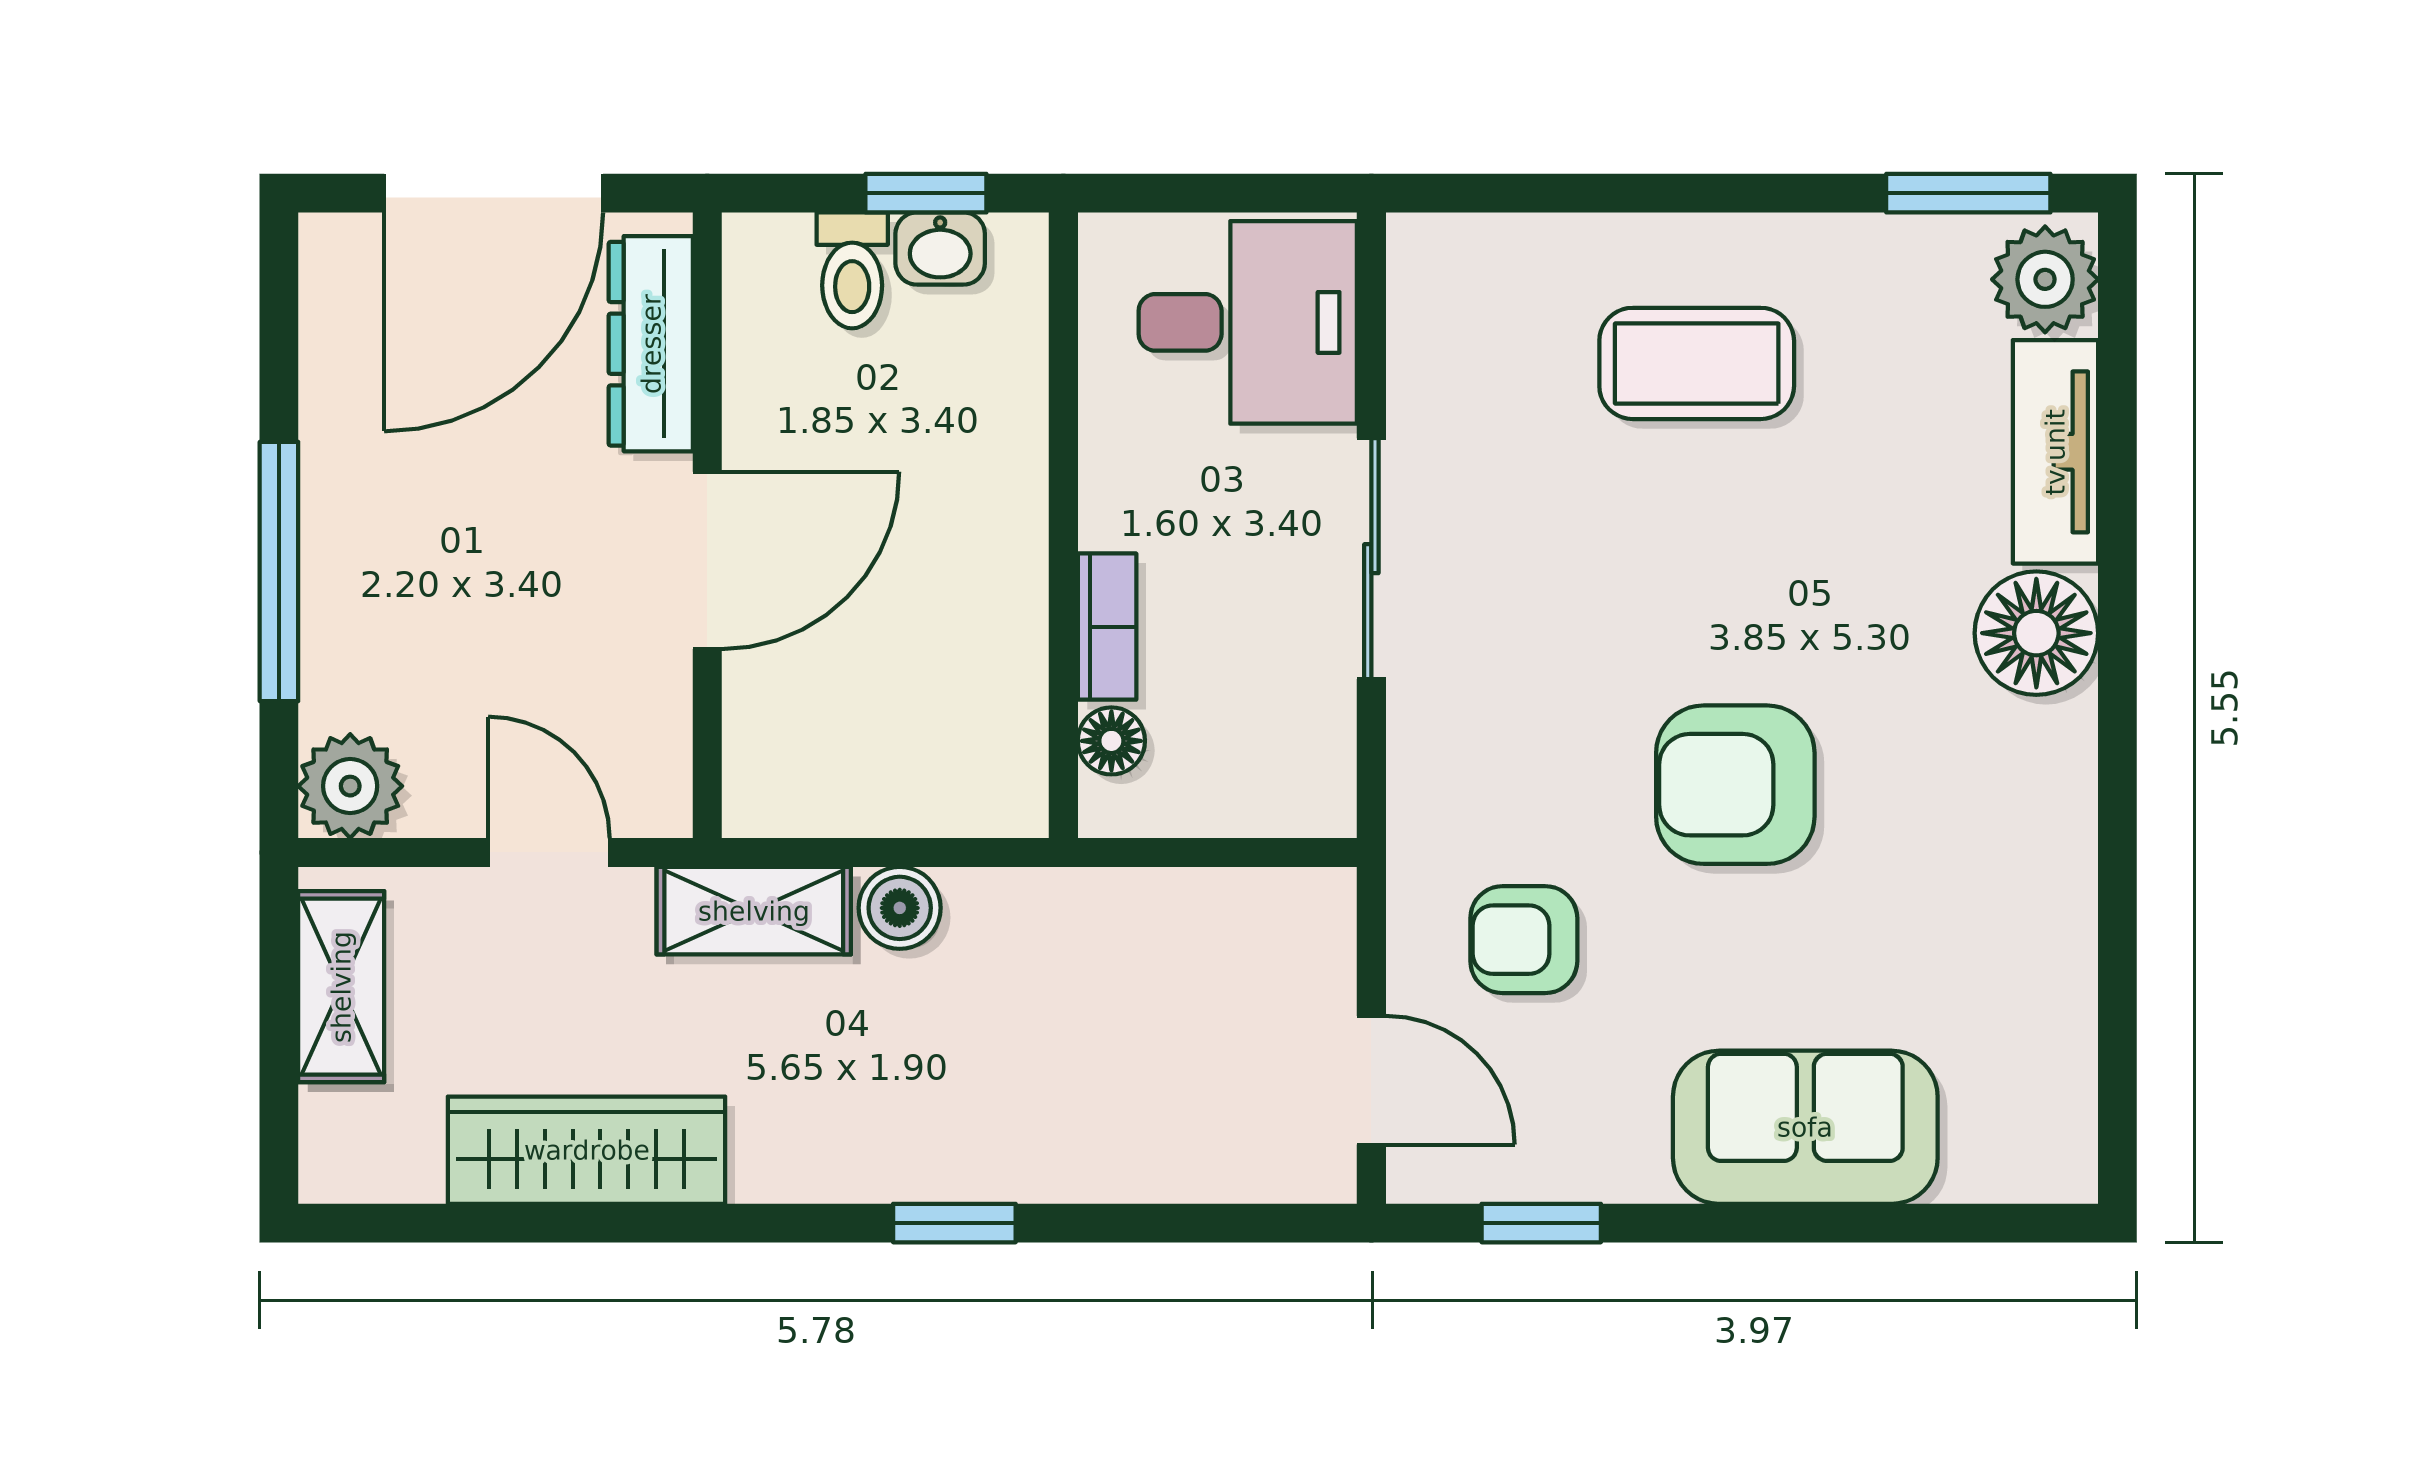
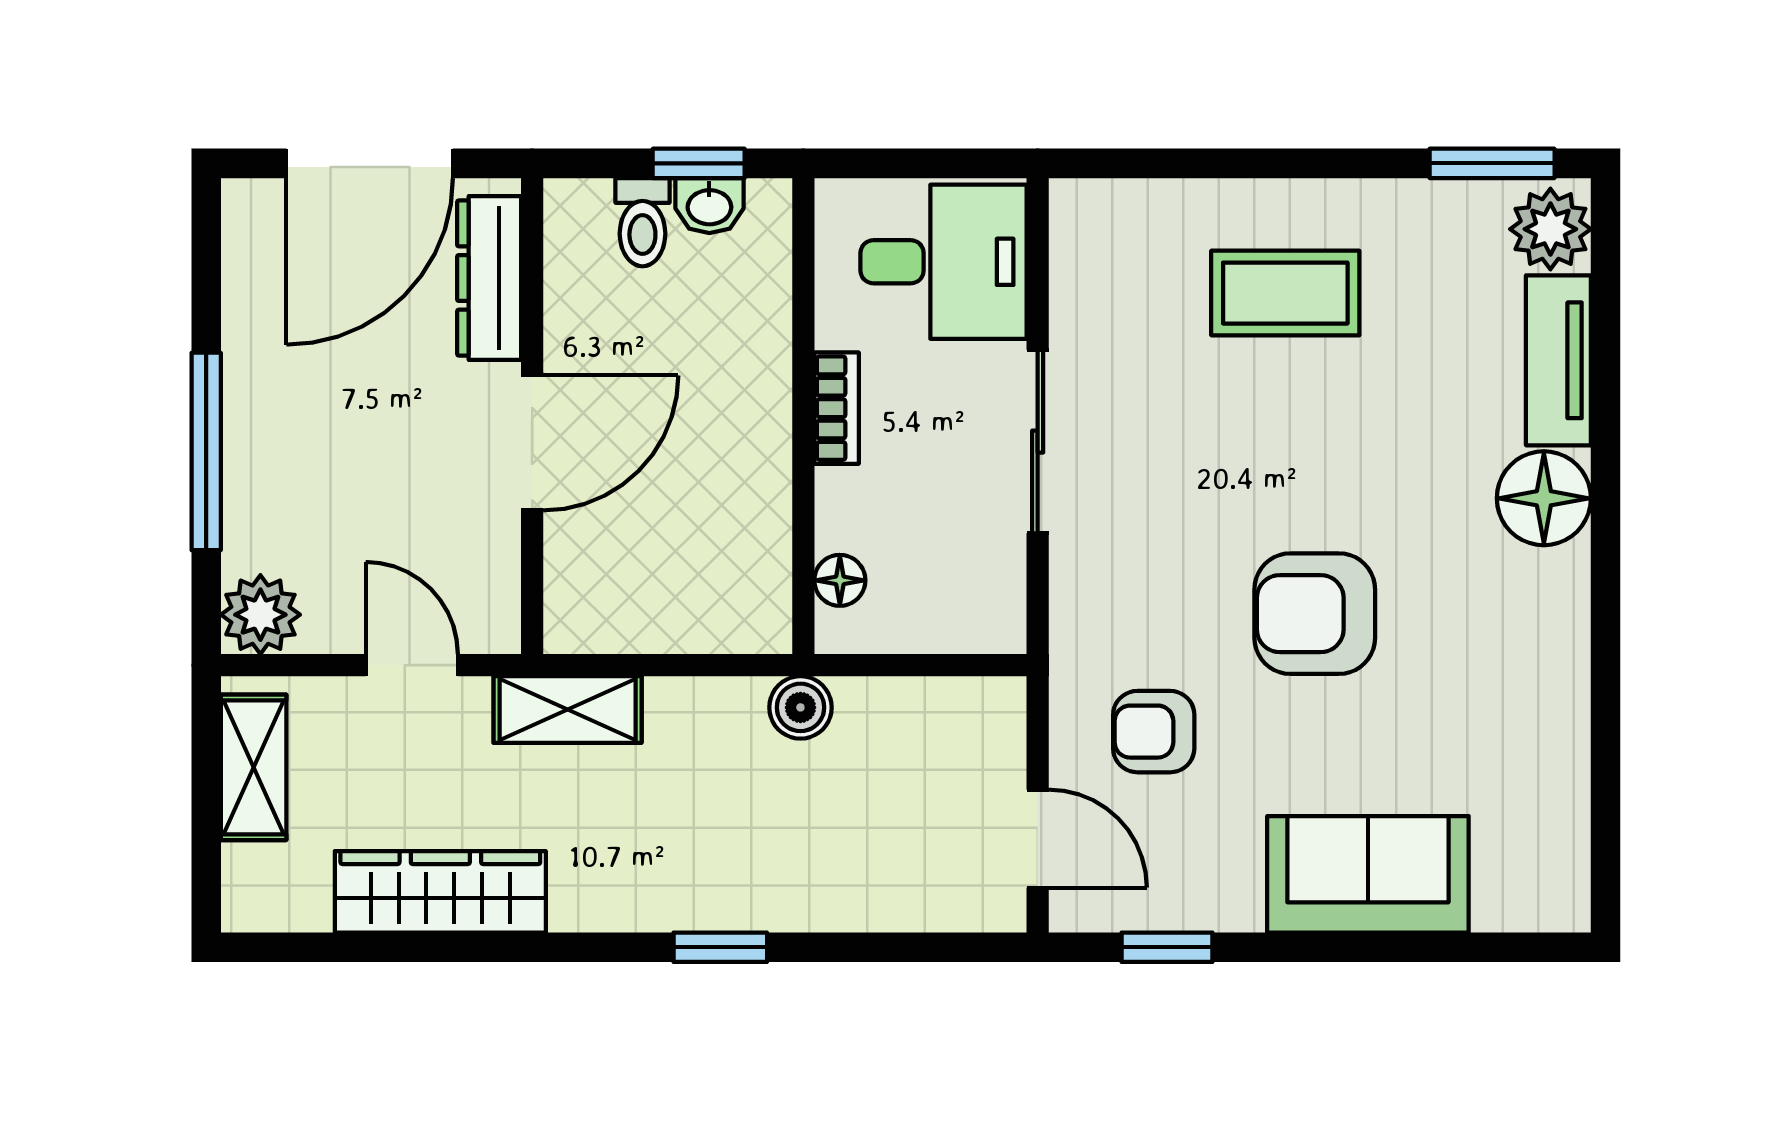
bookcase: (1107, 627) -> (837, 408), moved
boiler: (900, 908) -> (800, 707), moved

